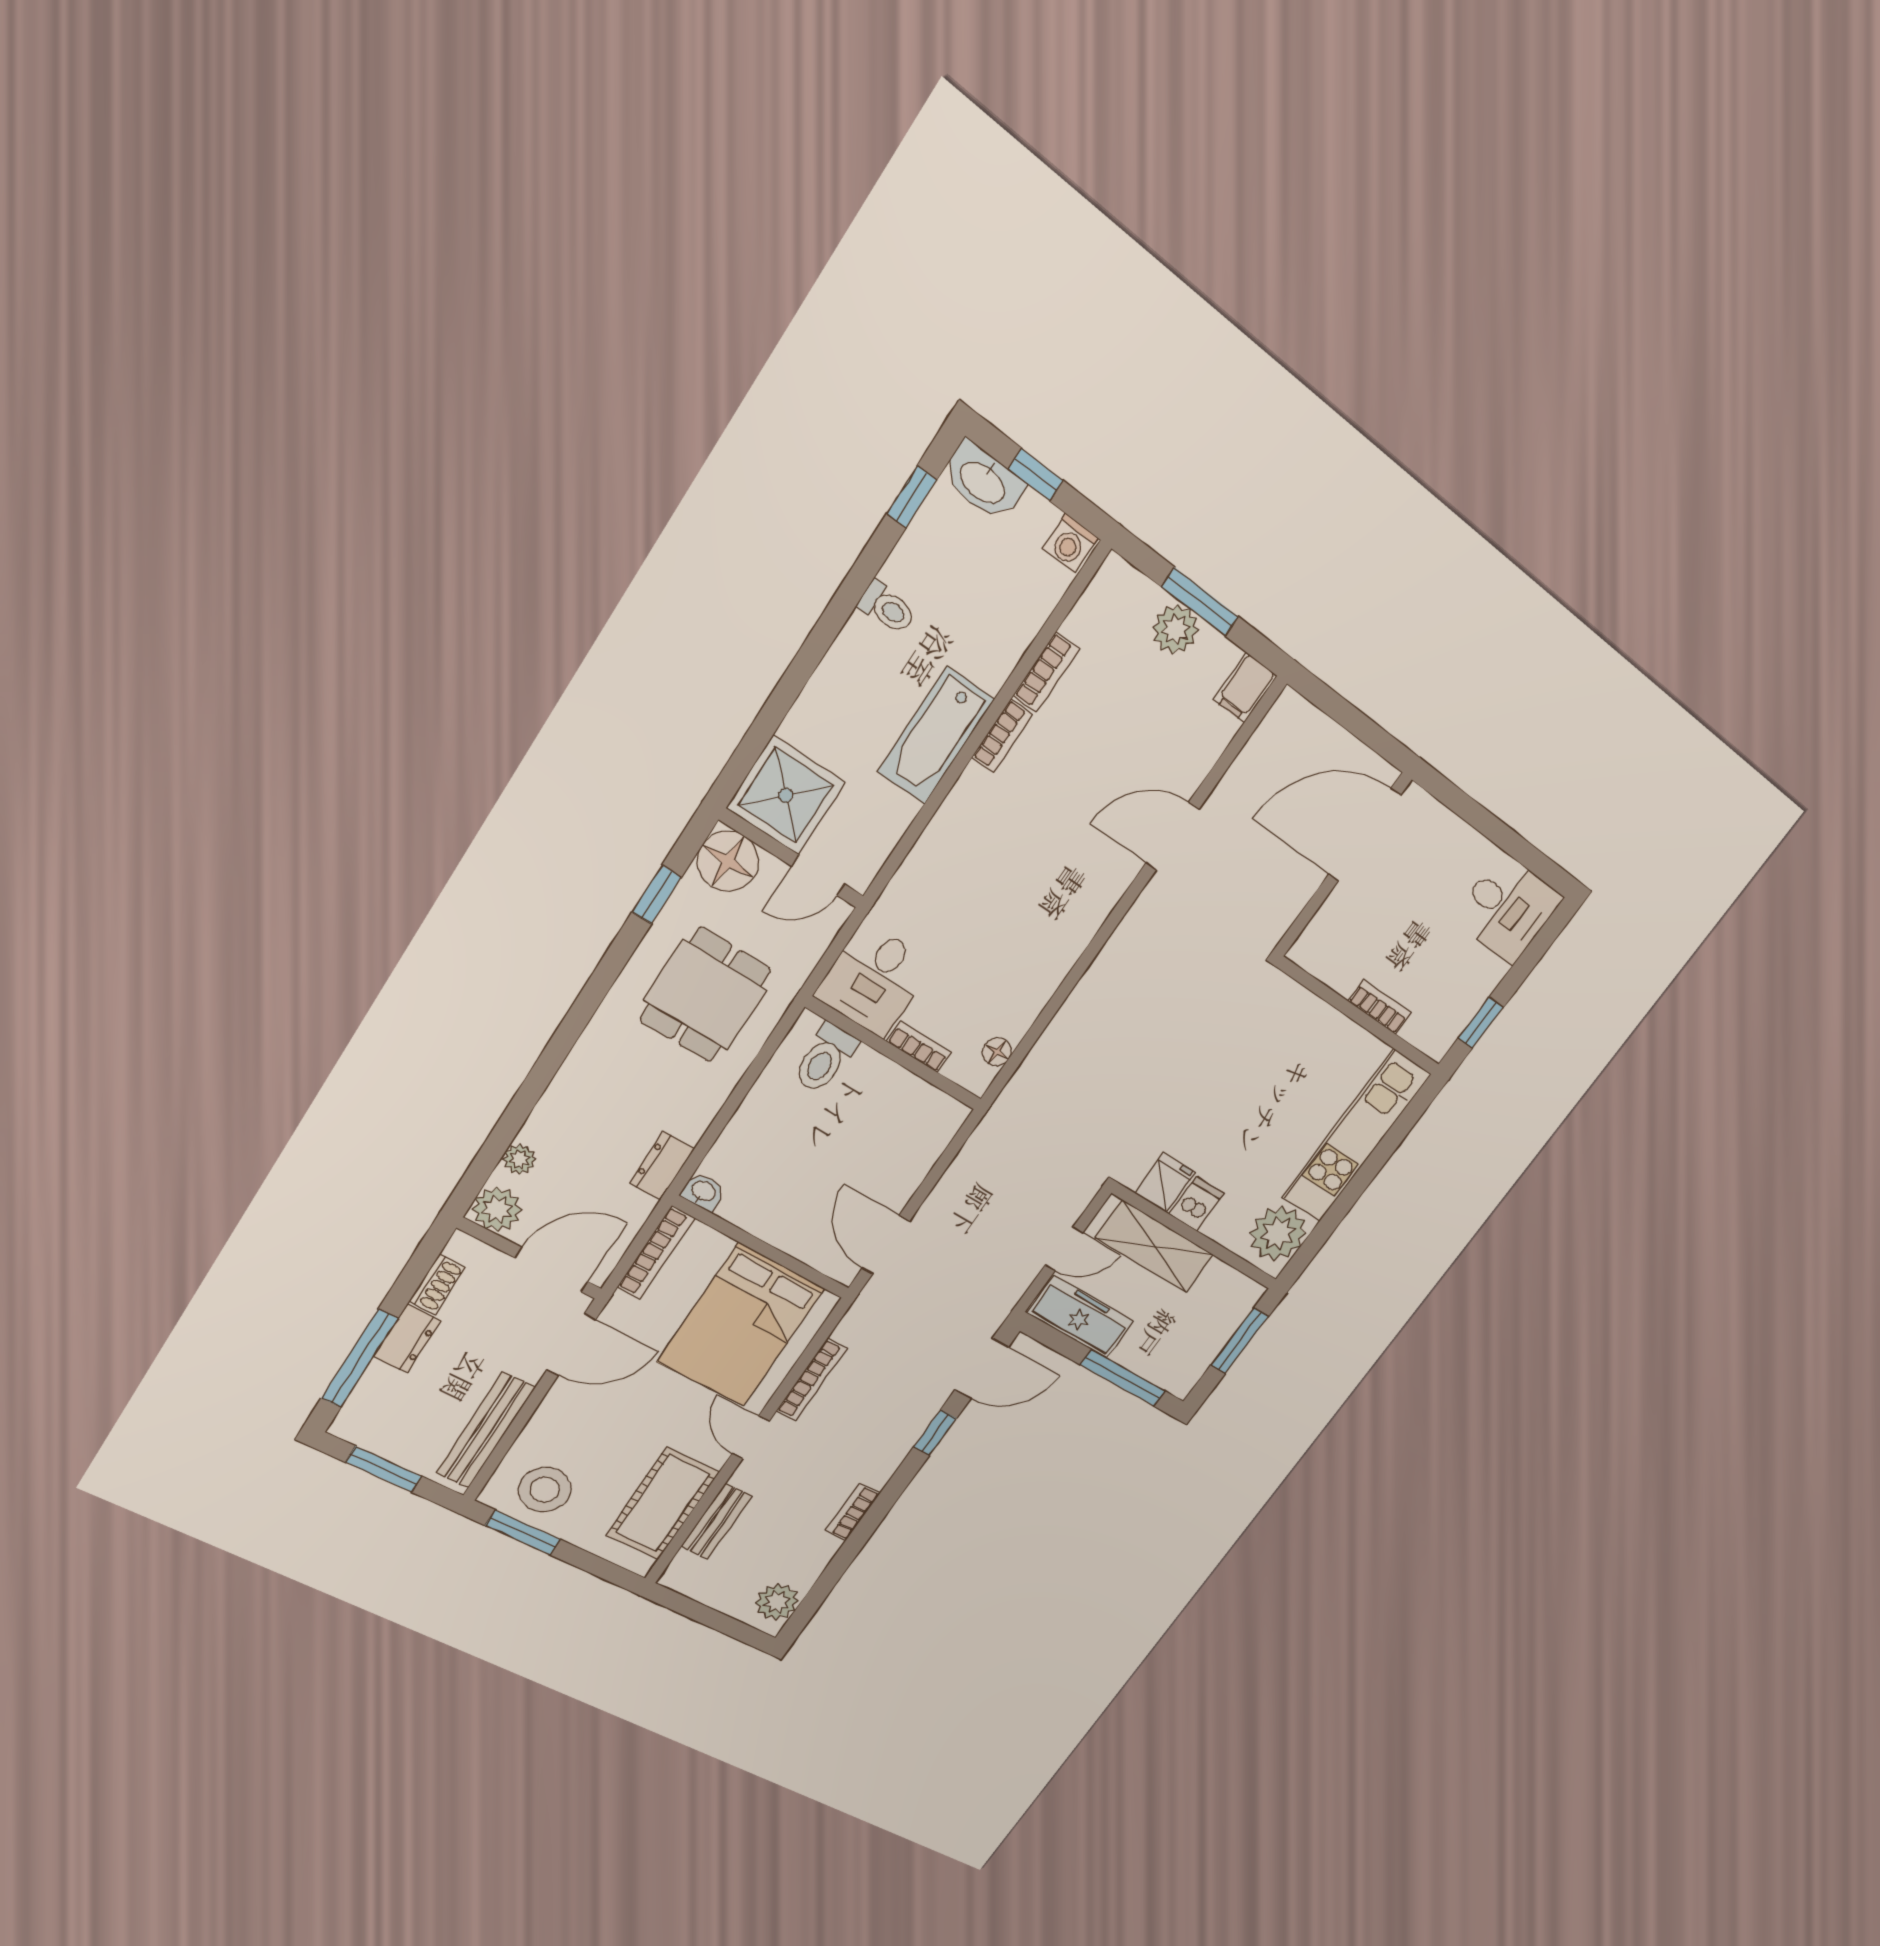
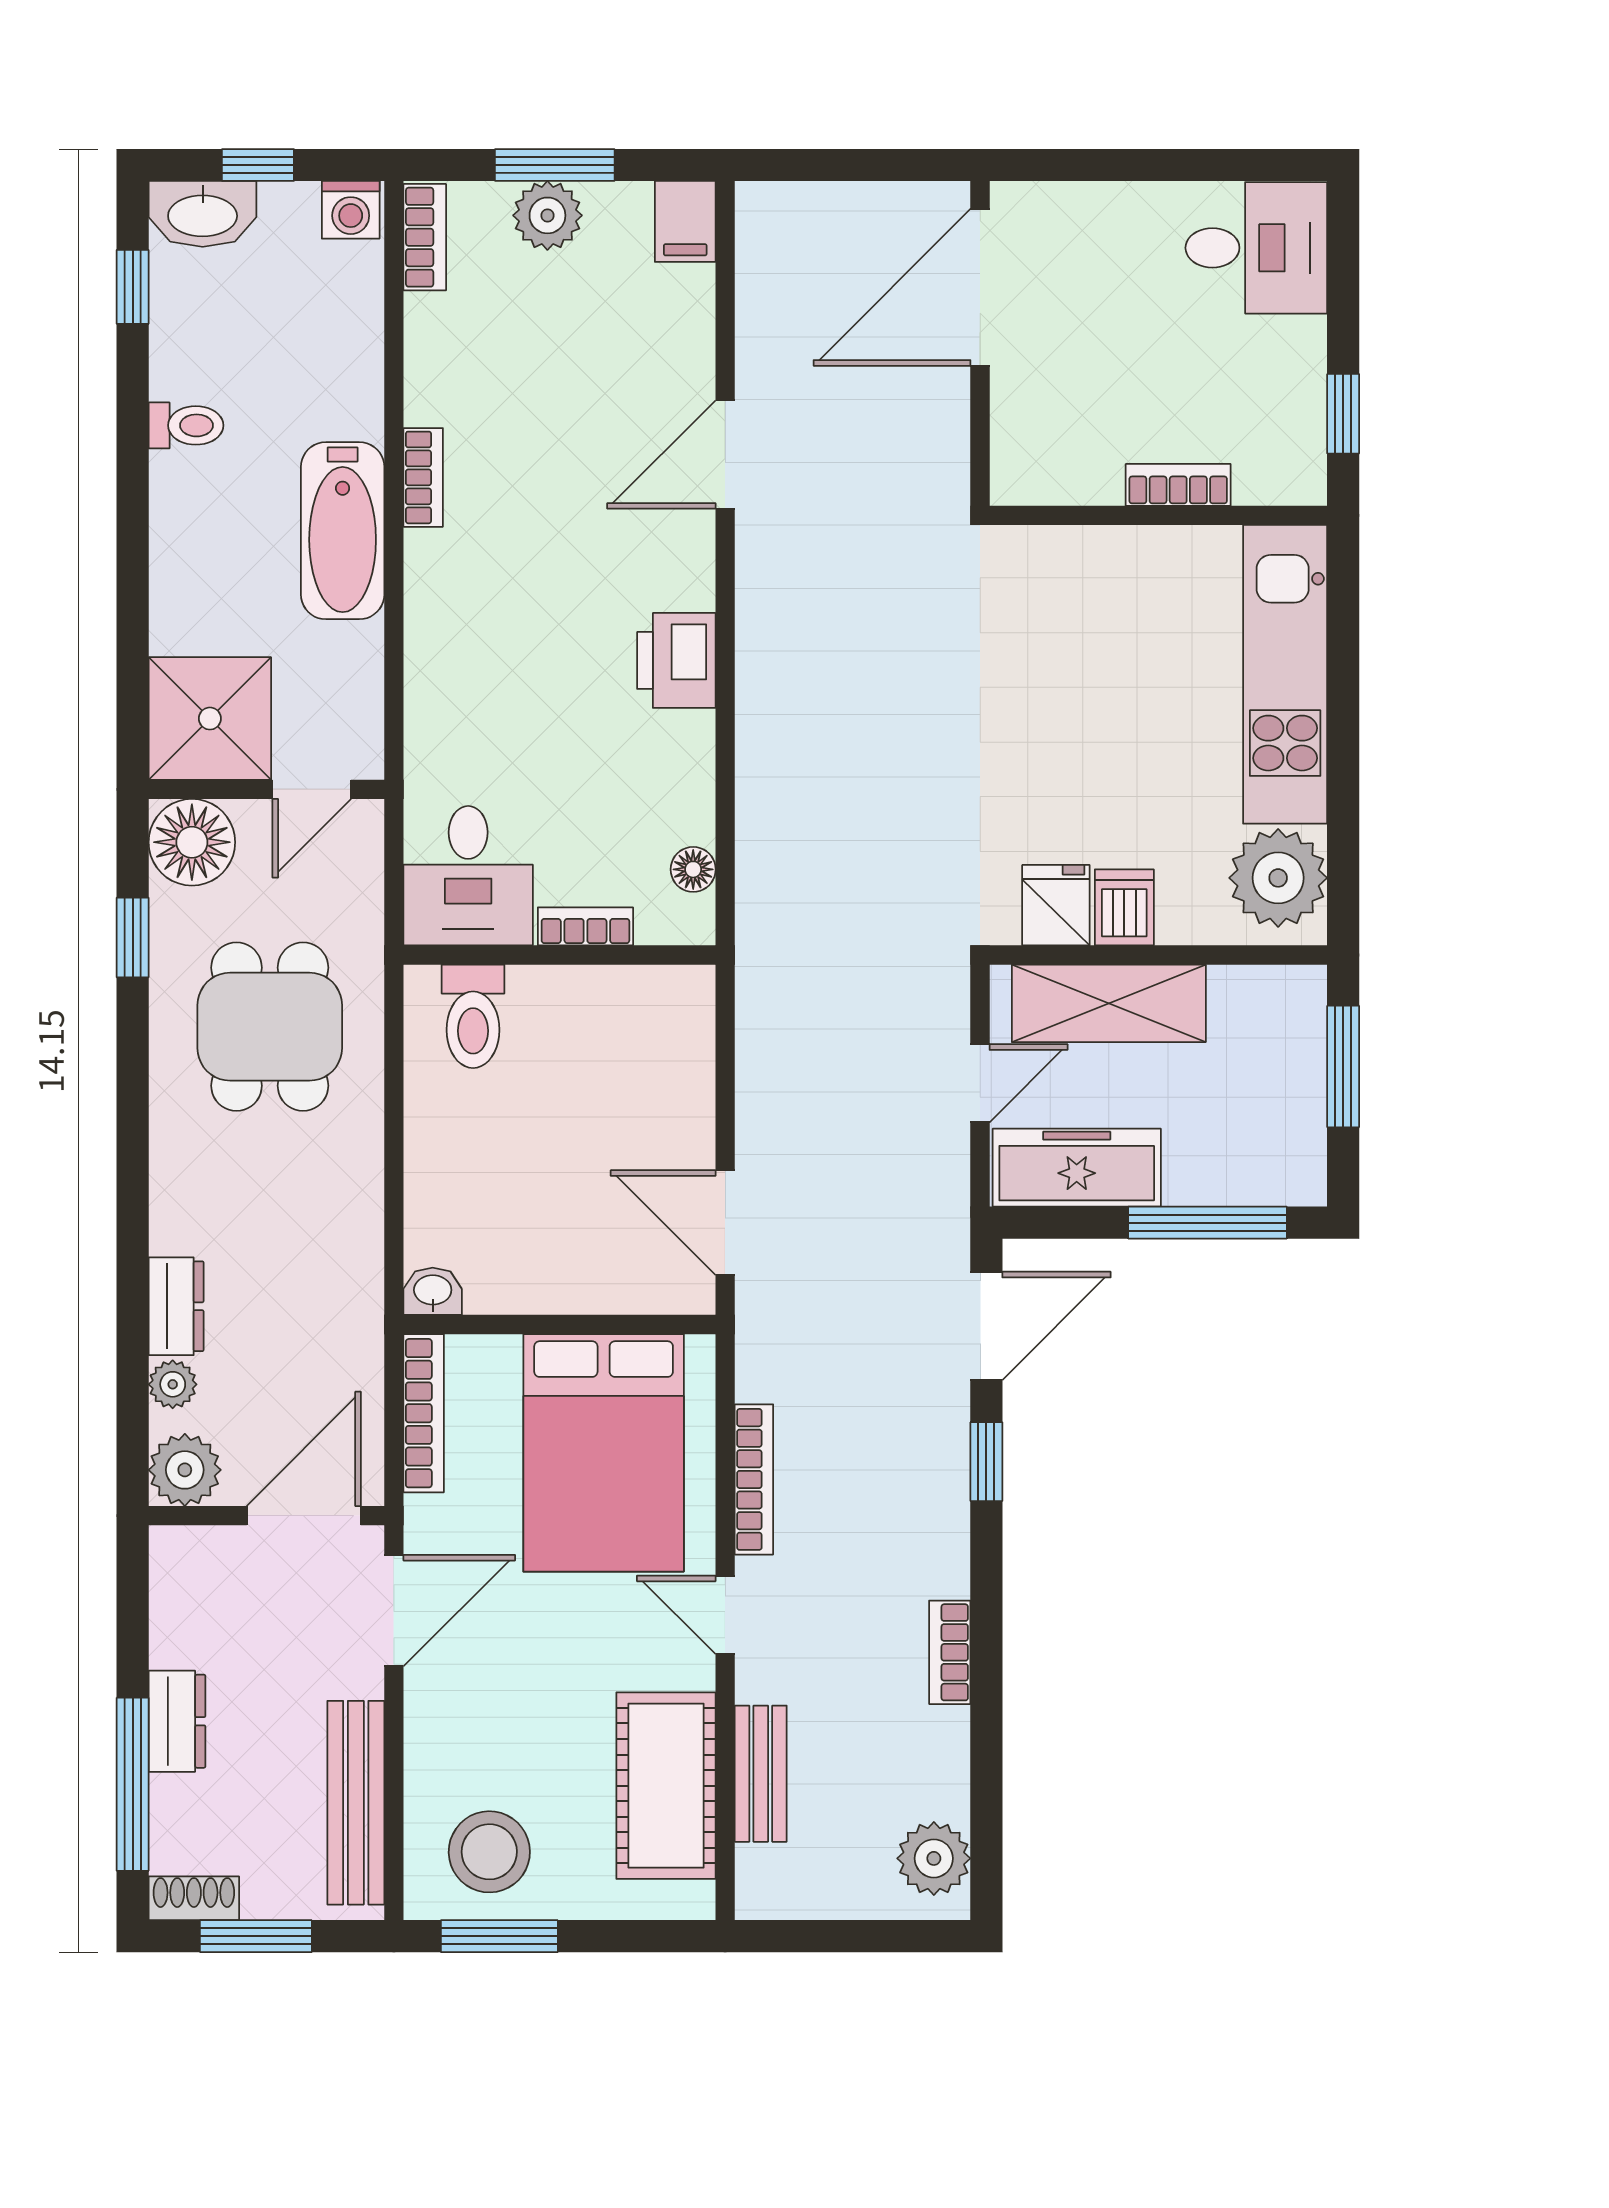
bookcase: (1046, 672) -> (425, 237), moved
printer: (1067, 933) -> (676, 660), added
dresser: (662, 1166) -> (176, 1306), moved, turned 180
shoe rack: (437, 1284) -> (194, 1898), moved, turned -90

